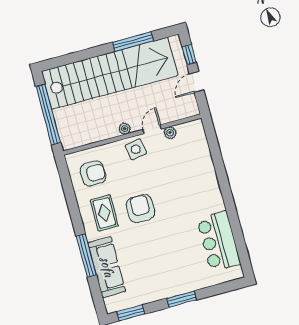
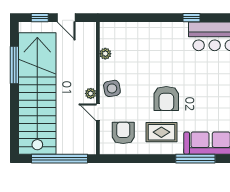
door: (152, 129) -> (98, 112), moved
armchair: (141, 209) -> (166, 99), turned -90
window: (232, 212) -> (192, 18), added

